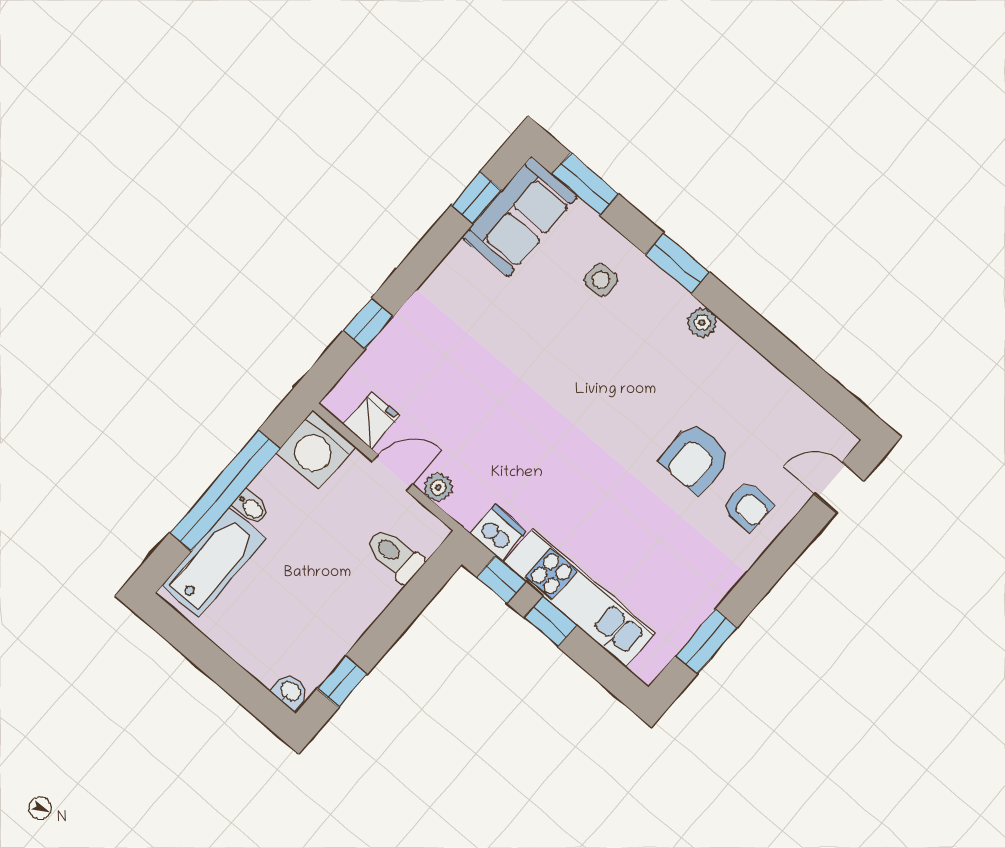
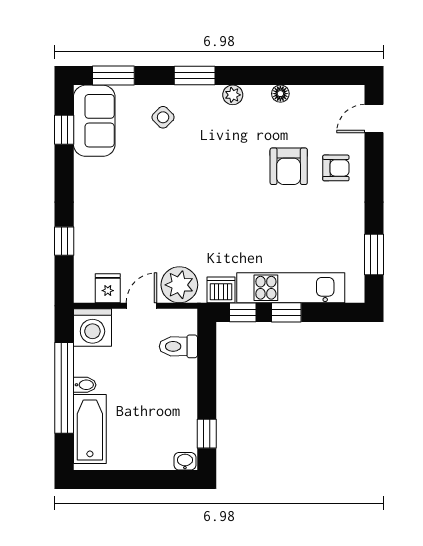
side table: (601, 280) -> (163, 117), turned 45
floor lamp: (757, 368) -> (280, 94), added
plant: (438, 487) -> (179, 285), width x1.88, depth x1.88

